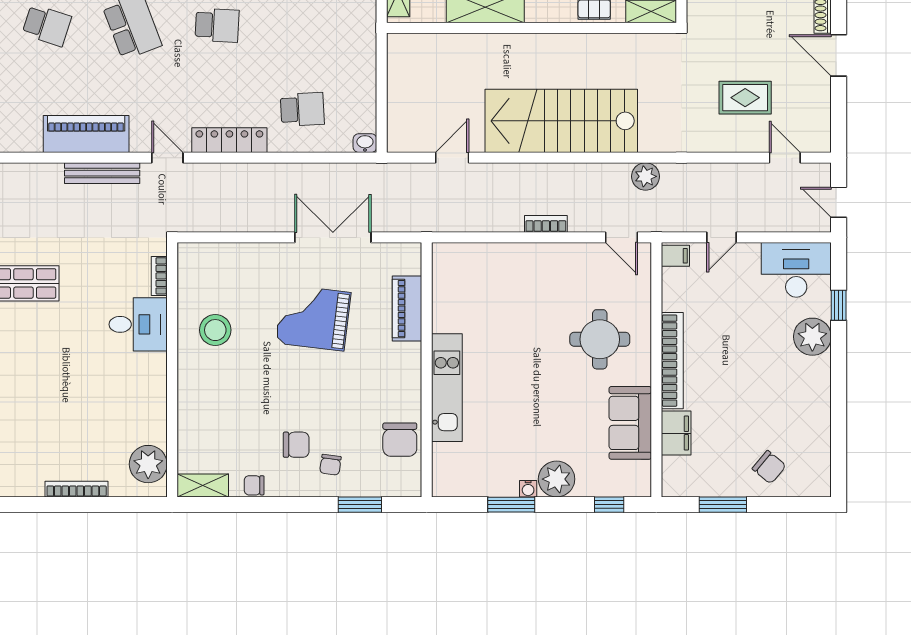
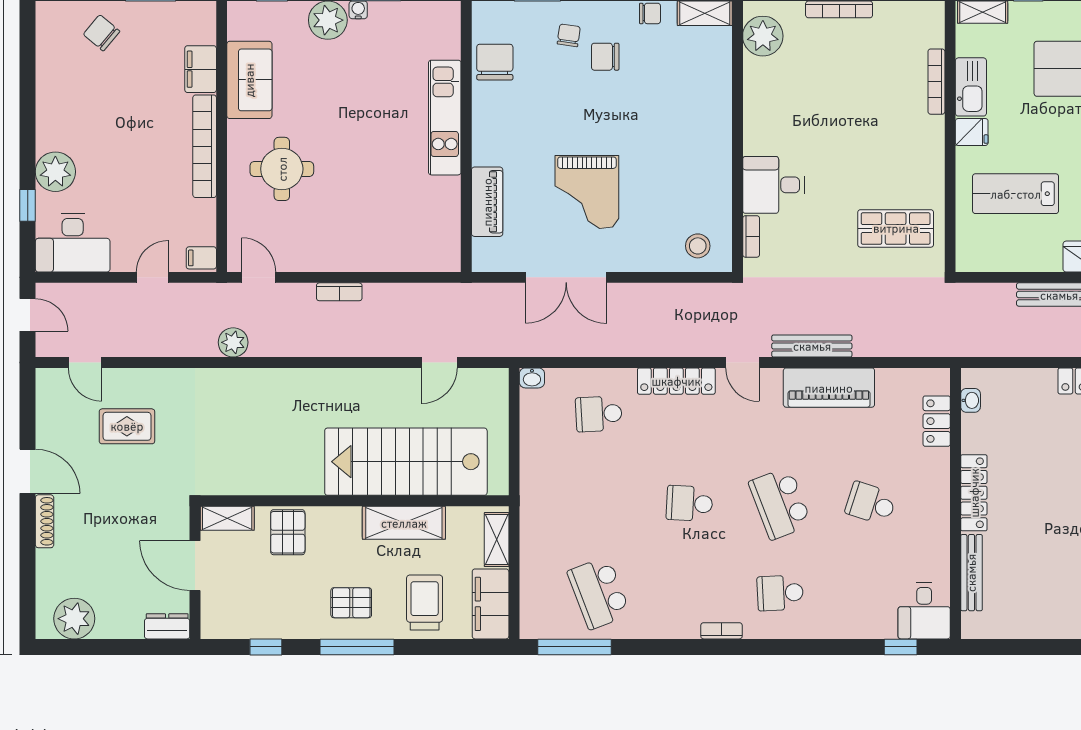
stairs: (561, 121) -> (406, 462), moved, turned 180
grand piano: (313, 318) -> (587, 192), turned 83
stool: (215, 330) -> (698, 246), moved, width x0.73, depth x0.73

